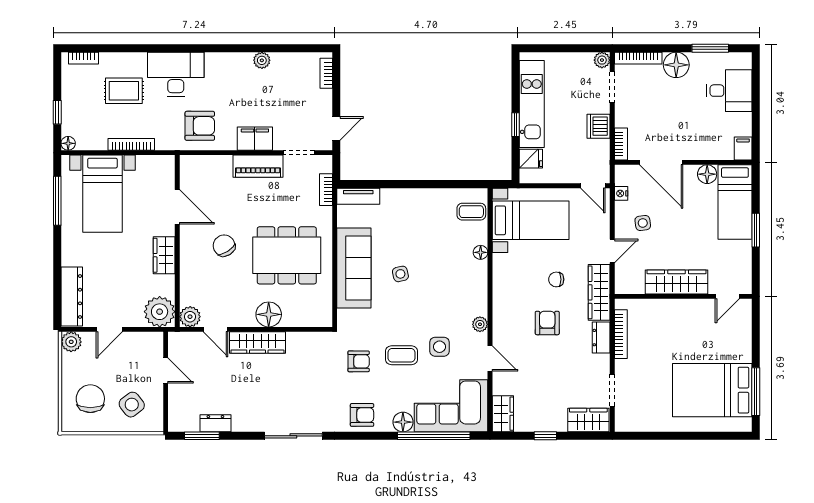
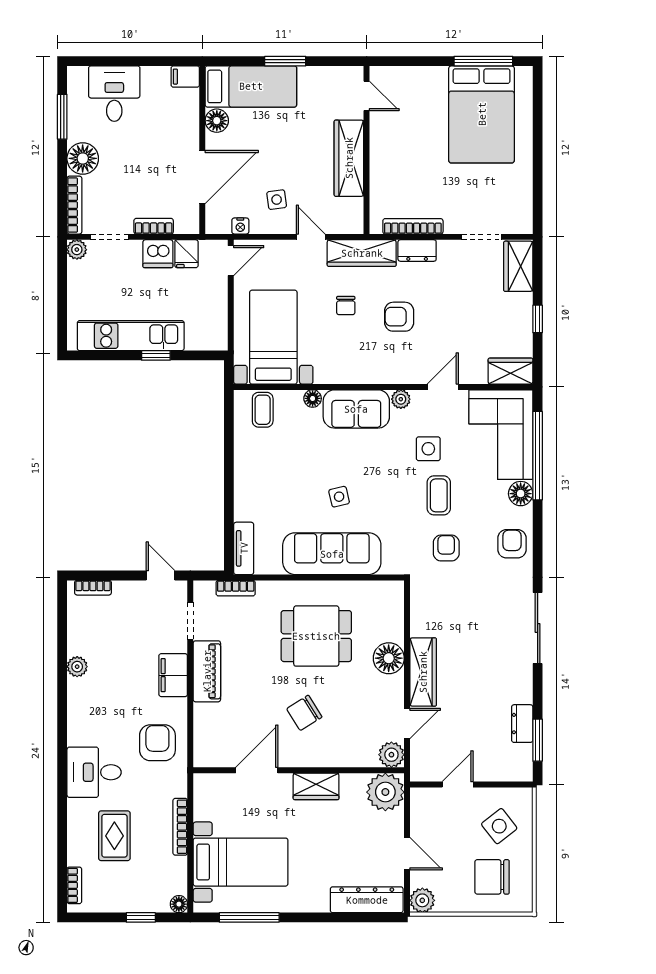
desk: (176, 74) -> (94, 772), width x0.73
bookcase: (621, 144) -> (154, 226), moved
fridge: (531, 159) -> (186, 254), moved, turned 180
dining table: (287, 255) -> (316, 636), width x0.73
sofa: (472, 288) -> (356, 409), added

